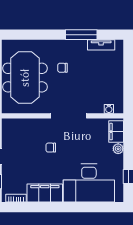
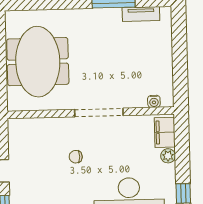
chair: (62, 68) -> (89, 47), removed

